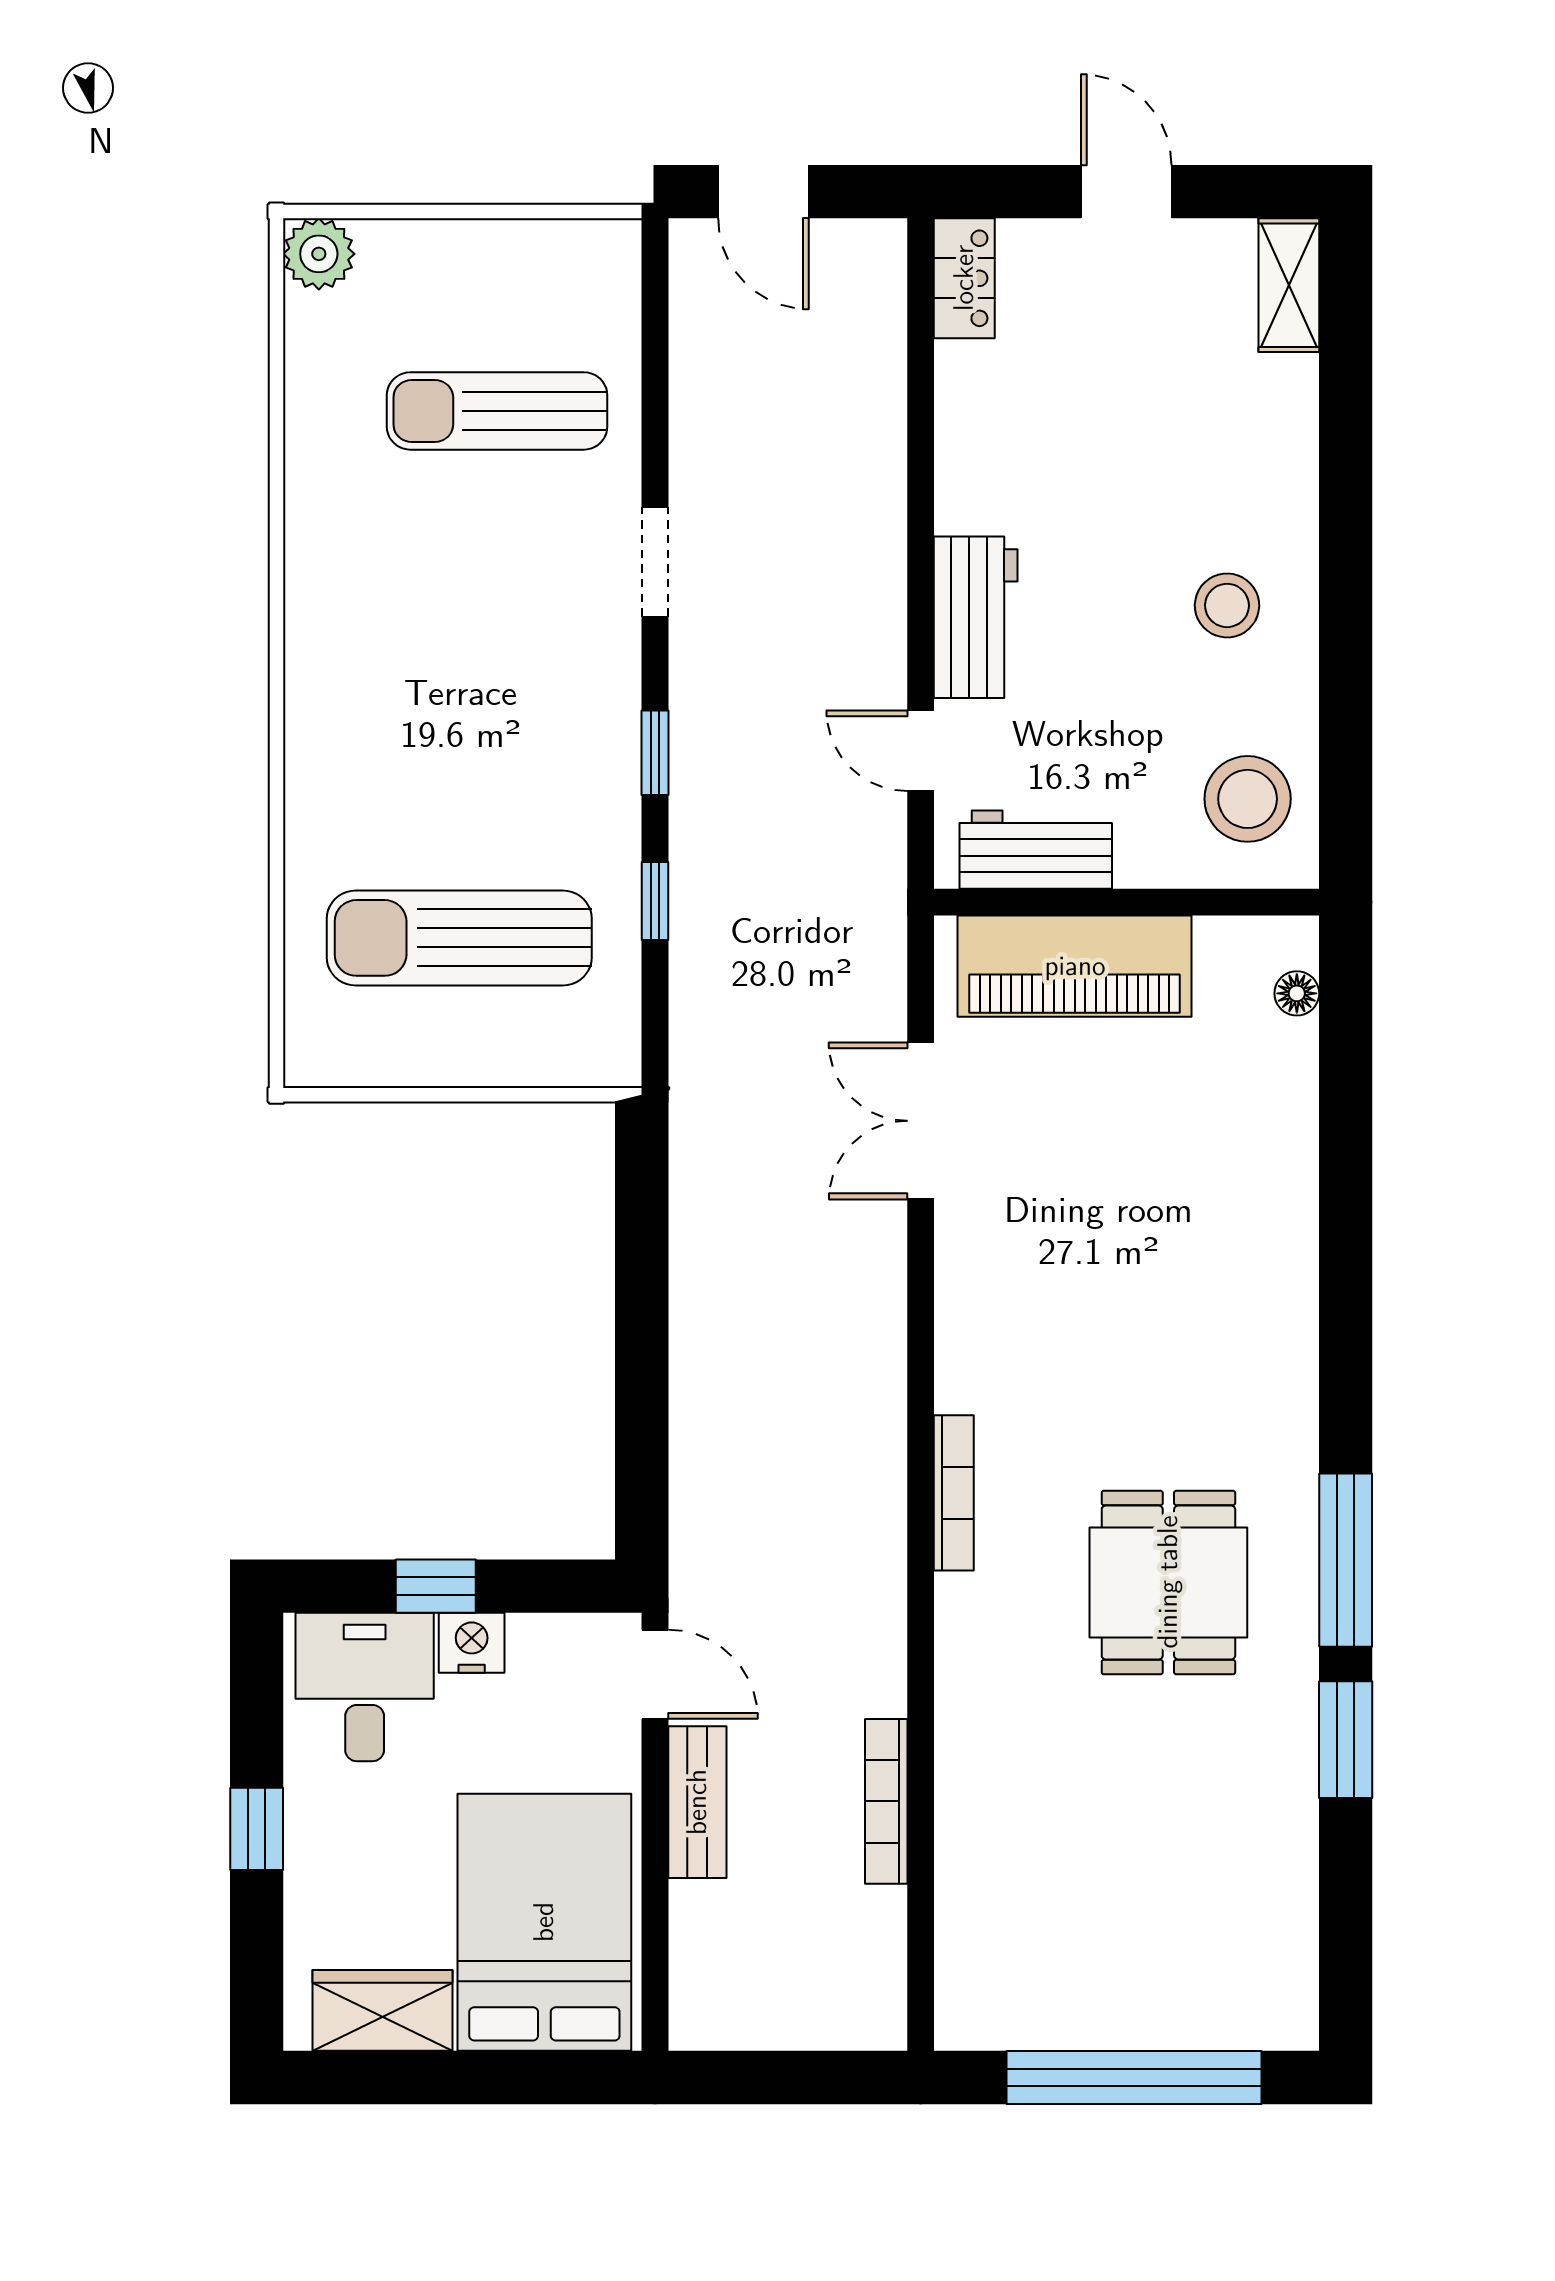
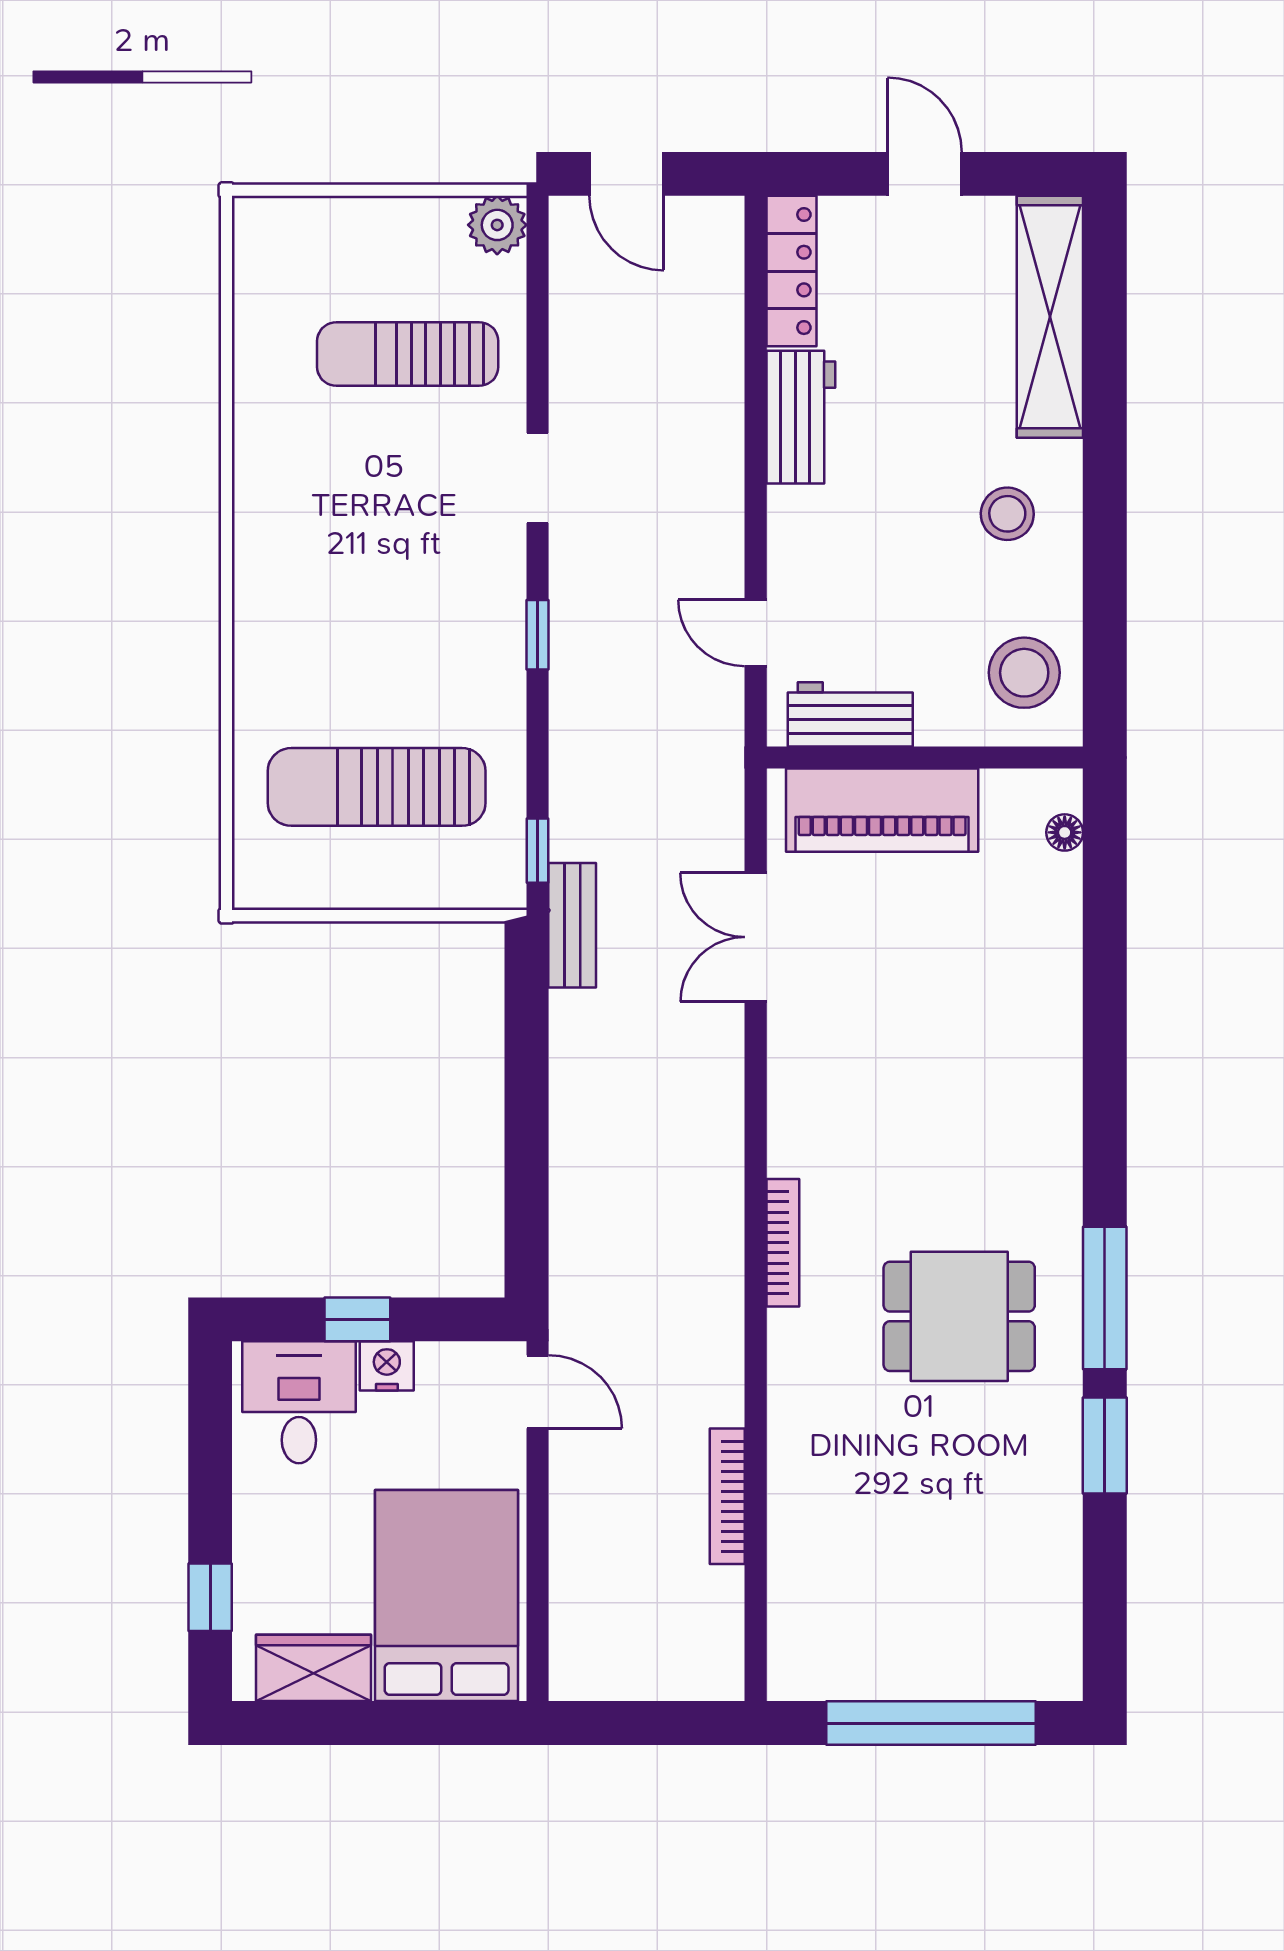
plant: (319, 254) -> (497, 225), moved
locker: (964, 278) -> (791, 271), width x1.53
shelving: (1289, 285) -> (1050, 317), width x2.20, depth x1.33
workbench: (976, 617) -> (801, 417), moved
window: (655, 901) -> (537, 851), moved
dining table: (1168, 1582) -> (959, 1316), turned 90
bench: (697, 1802) -> (572, 925), moved
window: (257, 1829) -> (210, 1597), moved

